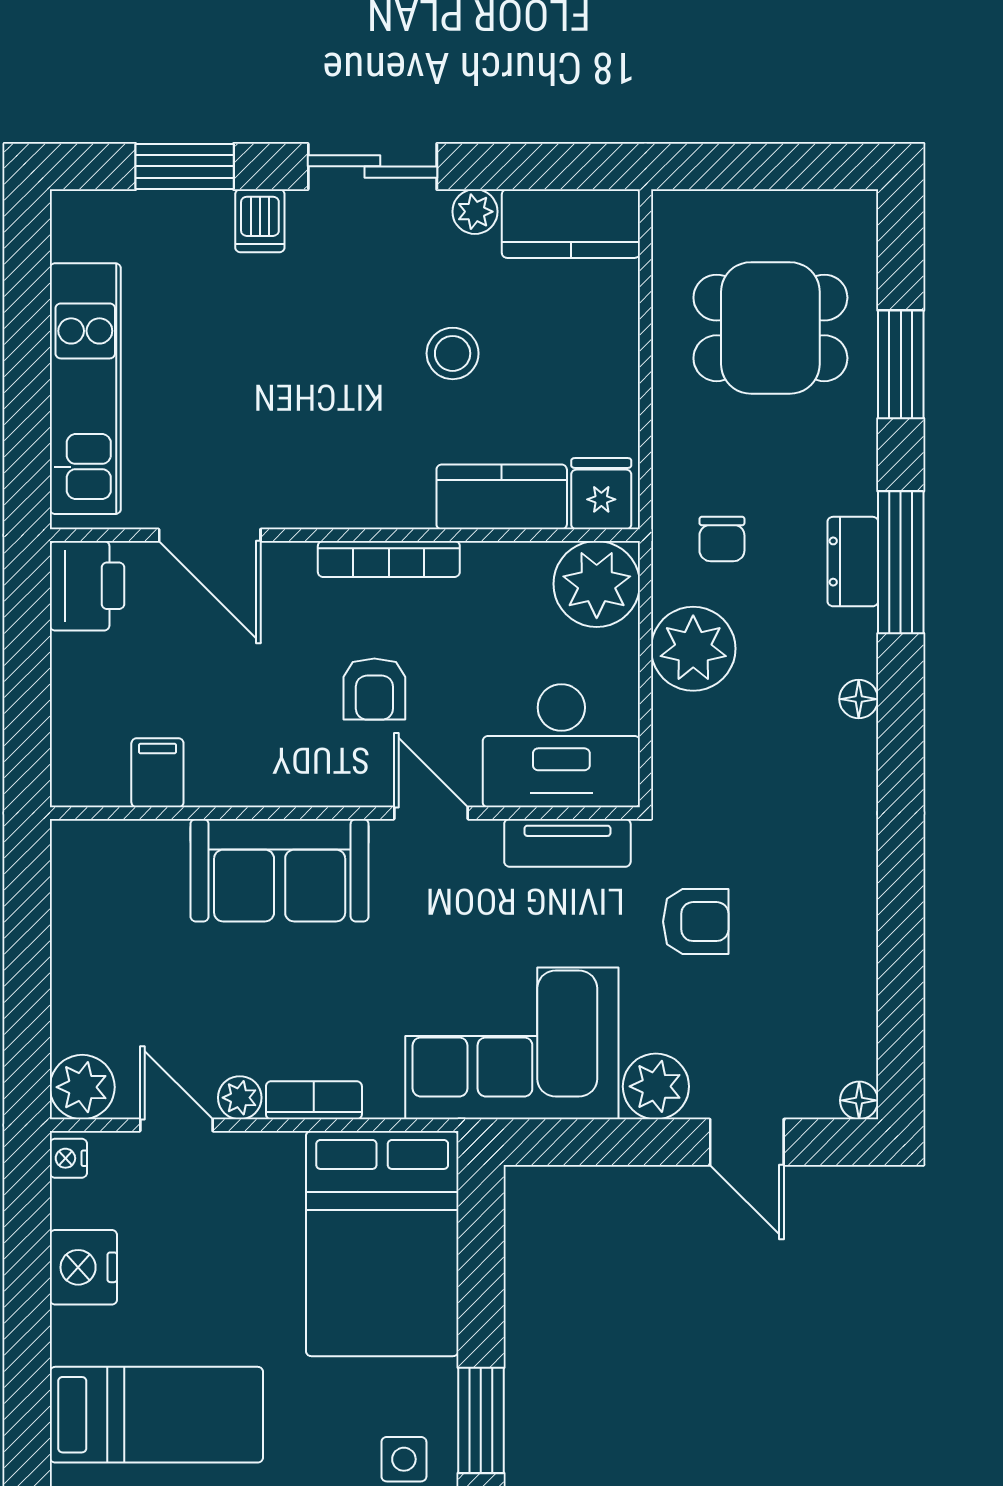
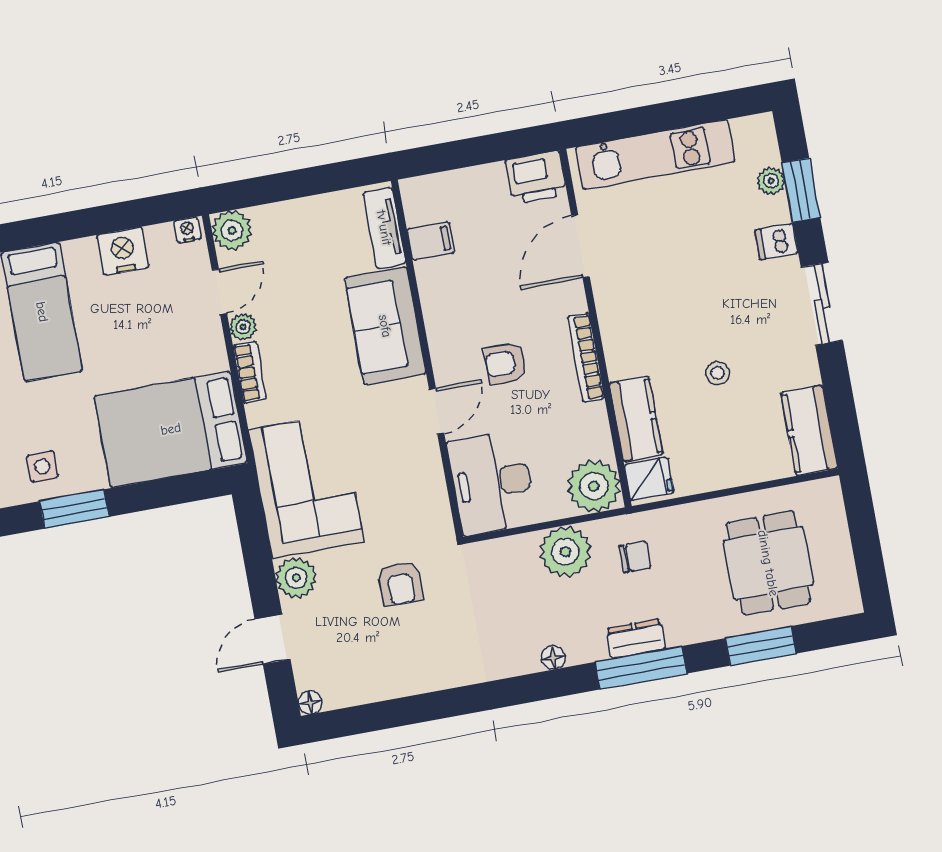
plant: (475, 212) -> (771, 181), moved
stool: (453, 353) -> (717, 373), width x0.73, depth x0.73
chair: (722, 539) -> (635, 557), turned 180
tv unit: (567, 843) -> (384, 228), moved

